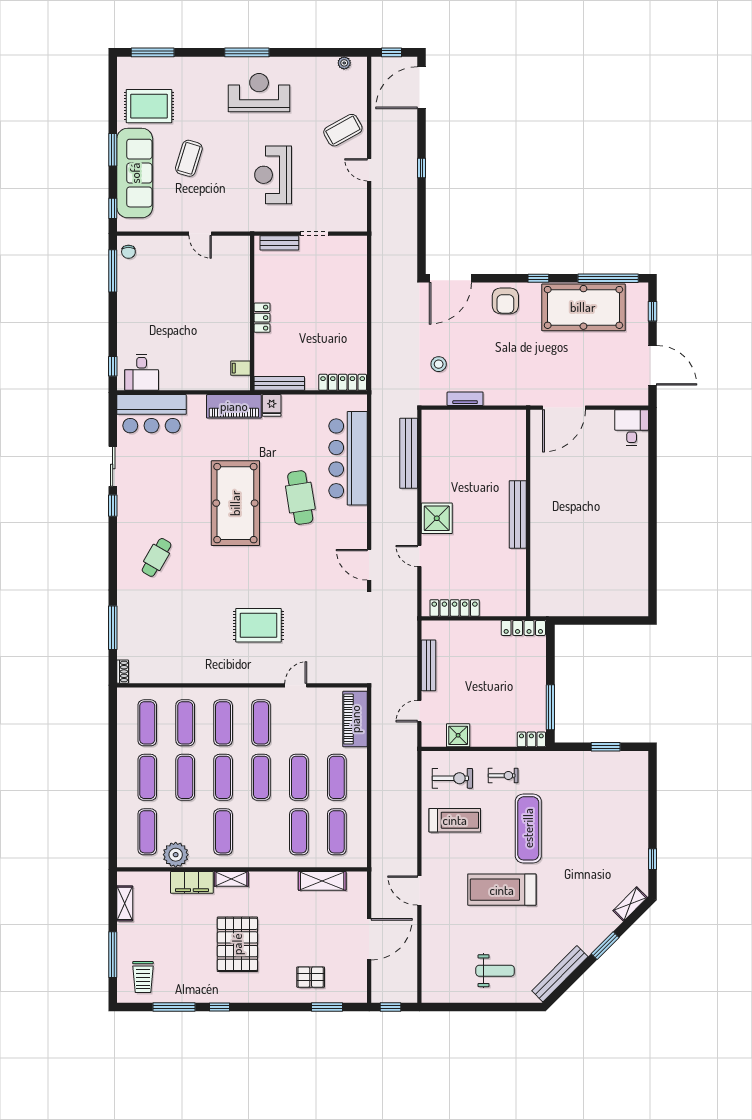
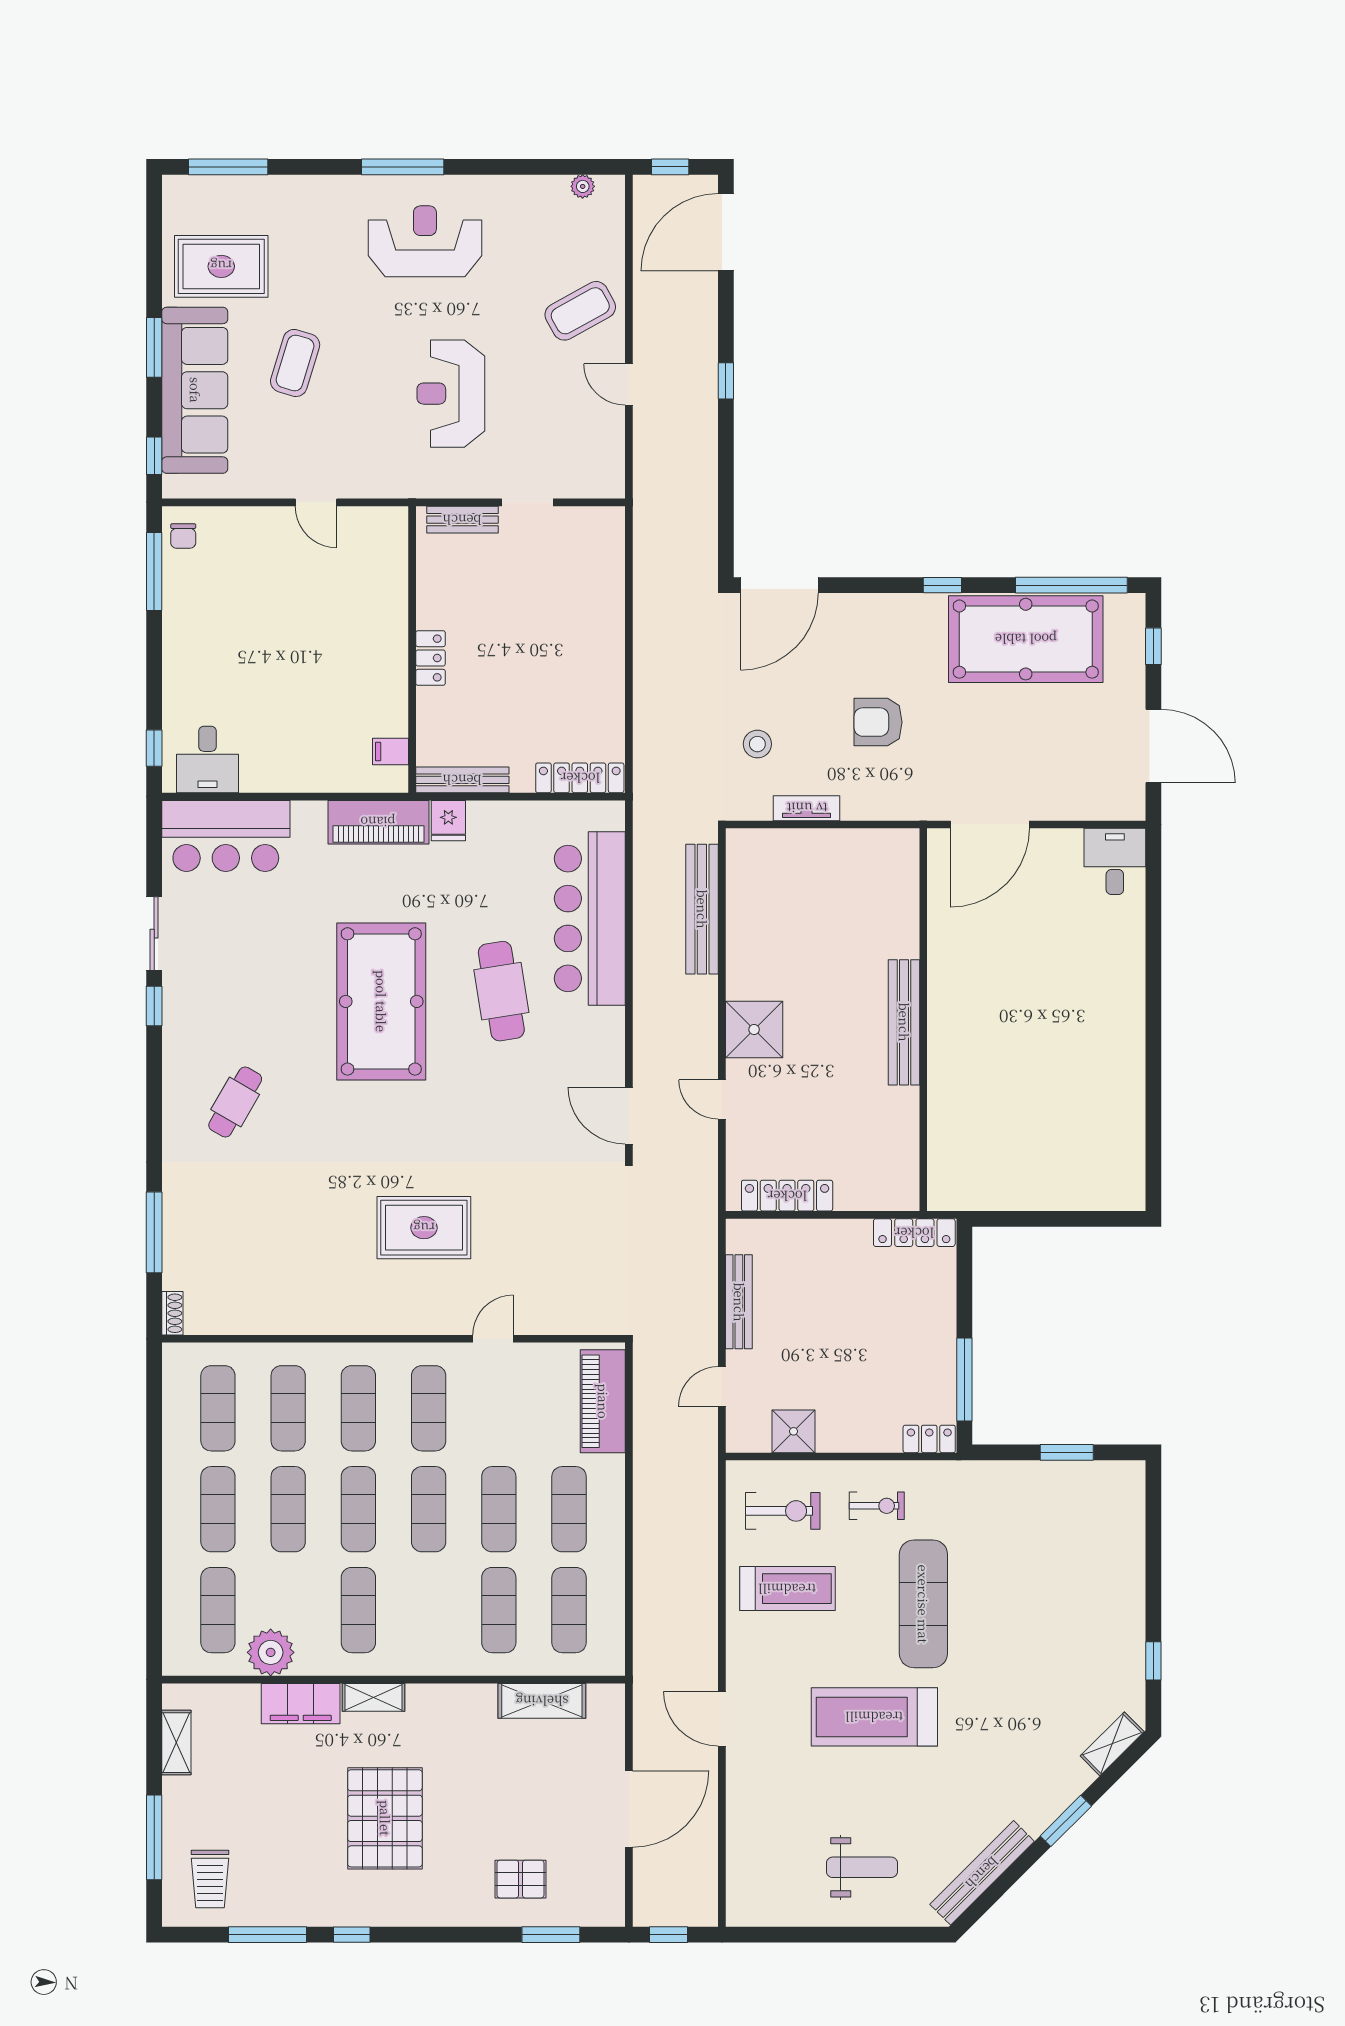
armchair: (505, 301) -> (878, 722), moved, turned 90

